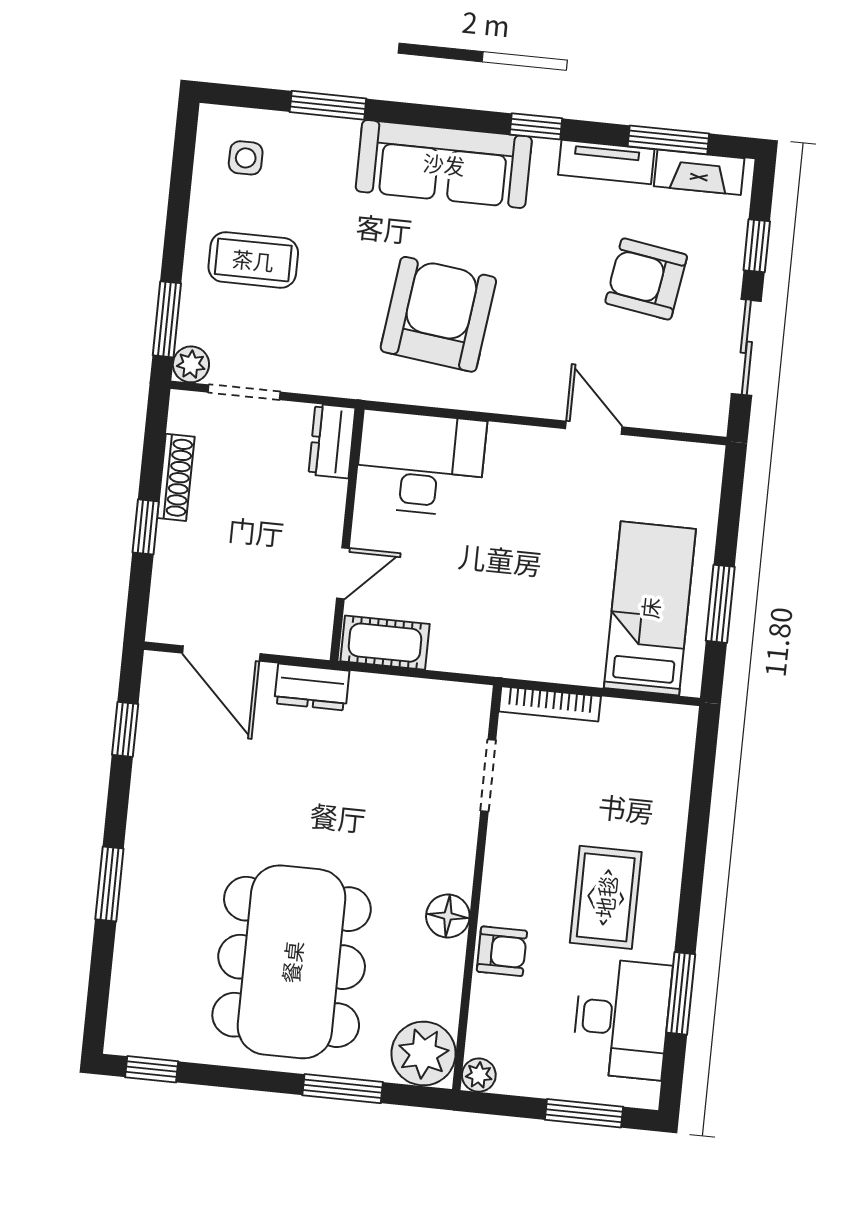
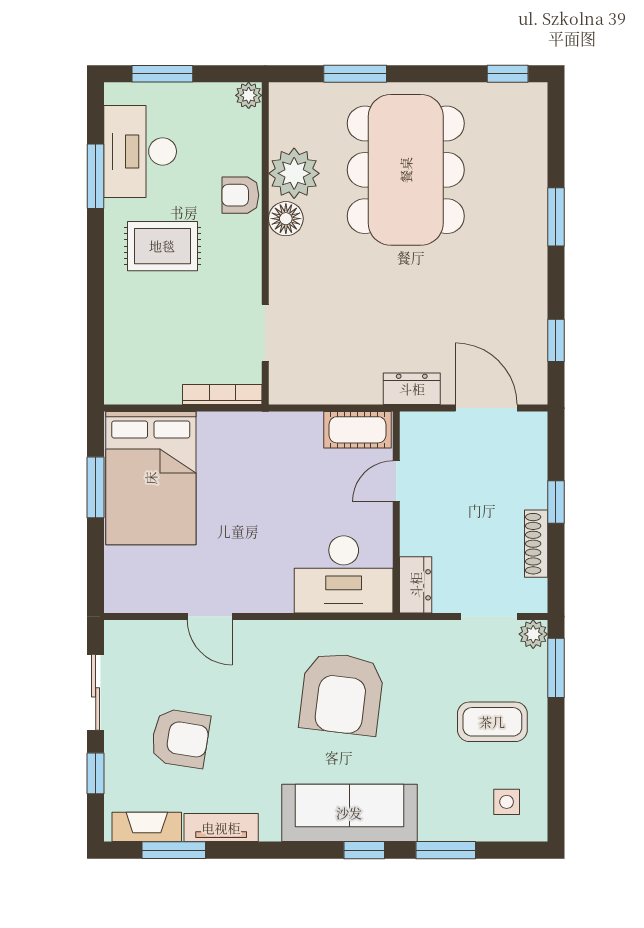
window: (536, 126) -> (364, 850), moved
bed: (650, 608) -> (151, 478), width x1.50
rug: (606, 897) -> (162, 246), turned 90
plant: (423, 1054) -> (294, 173), moved

